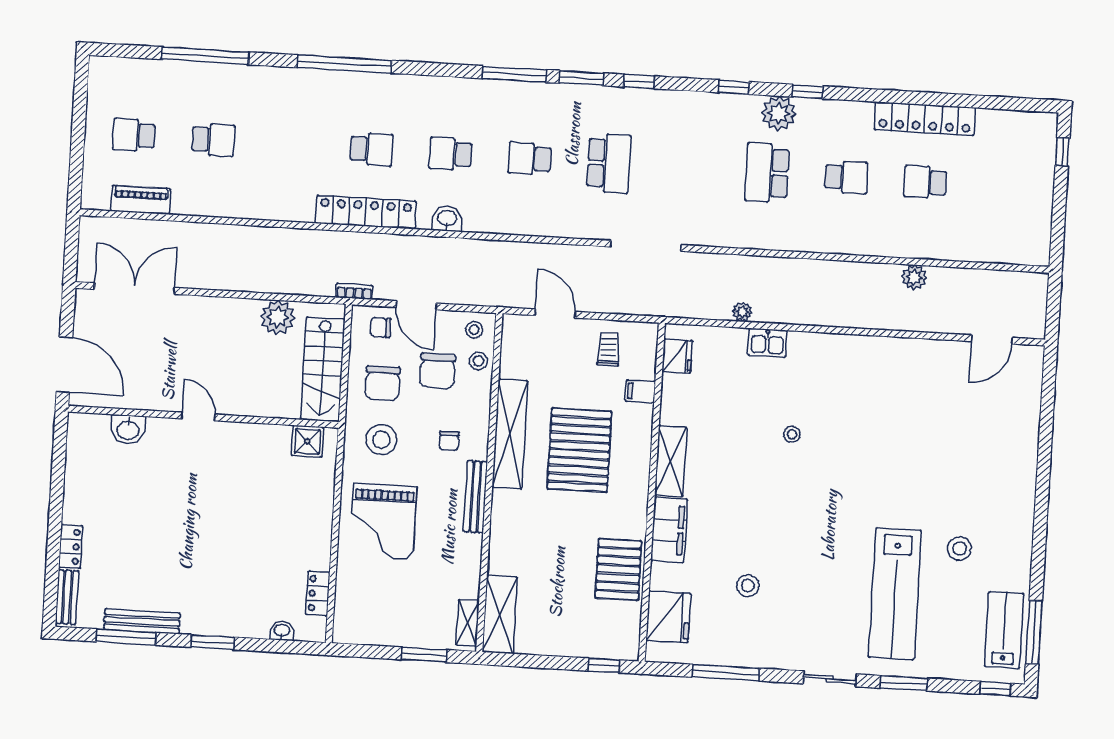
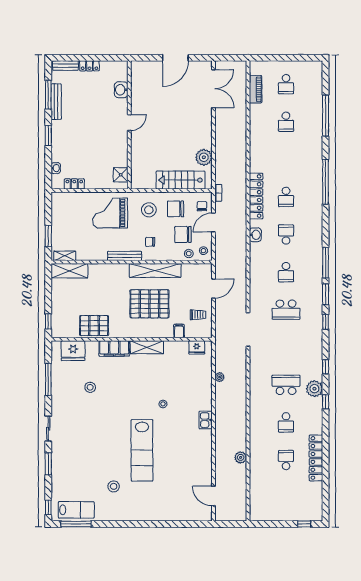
school desk: (134, 135) -> (286, 84), turned 180
school desk: (530, 159) -> (286, 272), turned 180
kitchen sink: (767, 343) -> (206, 420), moved
door: (198, 417) -> (129, 123), moved
wall: (203, 417) -> (129, 125), moved
washbasin: (128, 430) -> (121, 90), moved
shower: (307, 441) -> (121, 175), moved
lab bench: (895, 594) -> (142, 450), moved, turned -90

